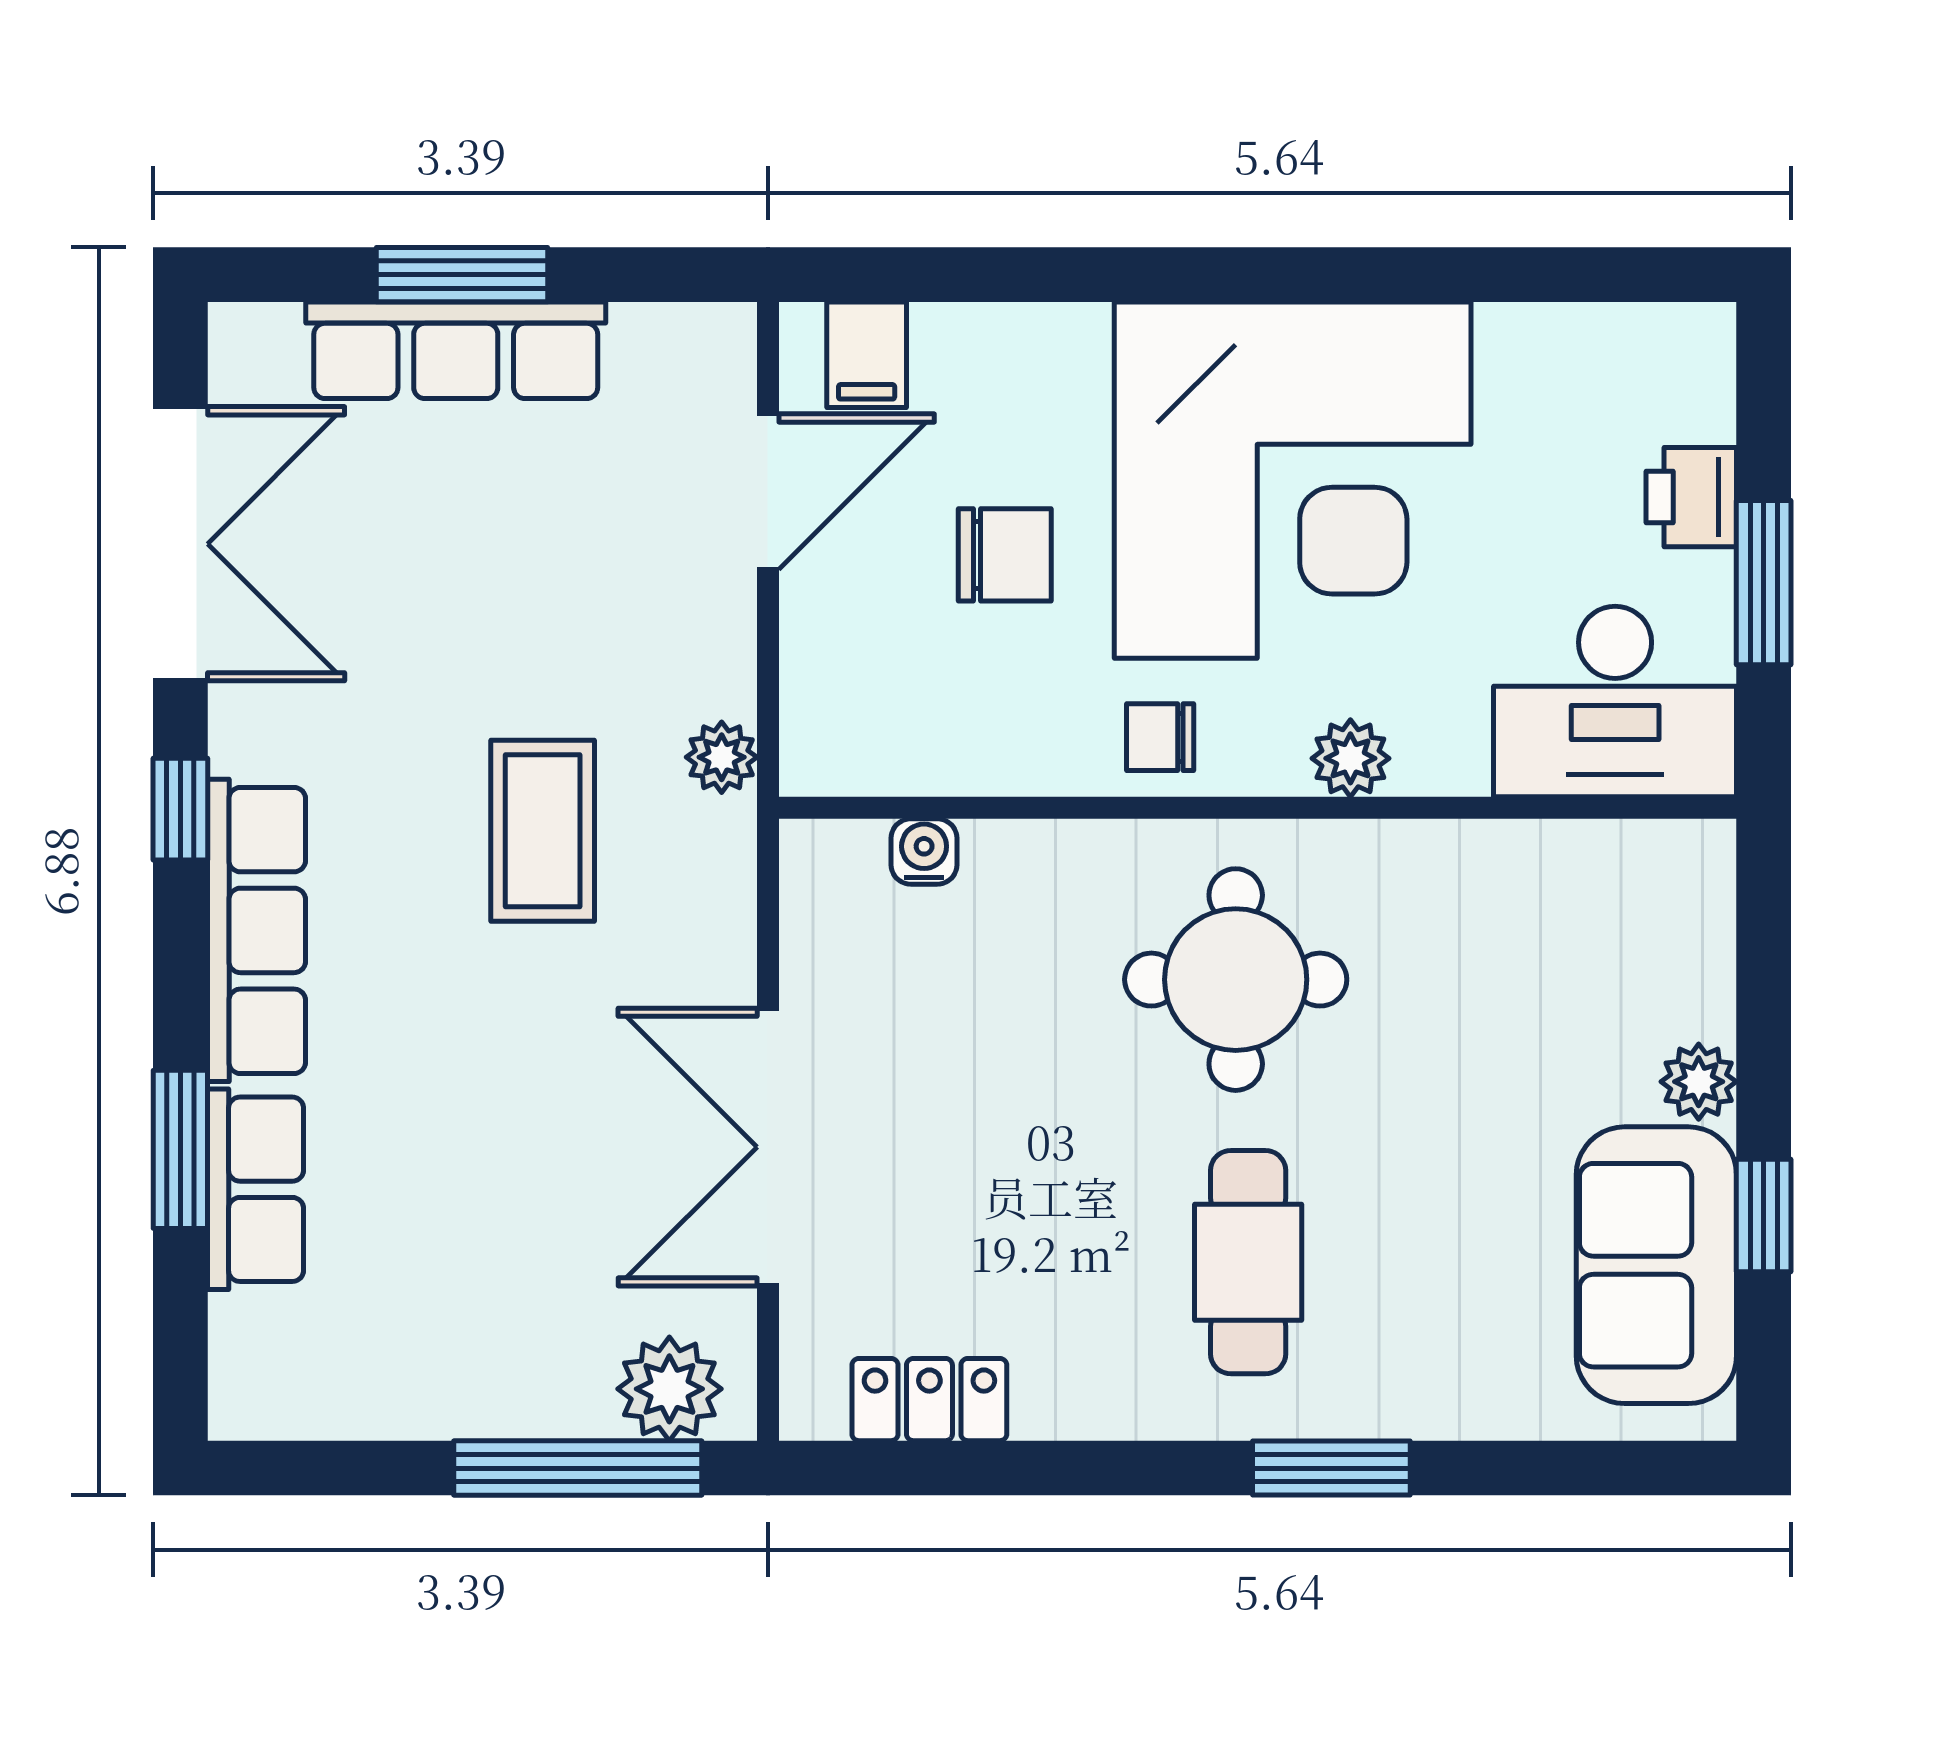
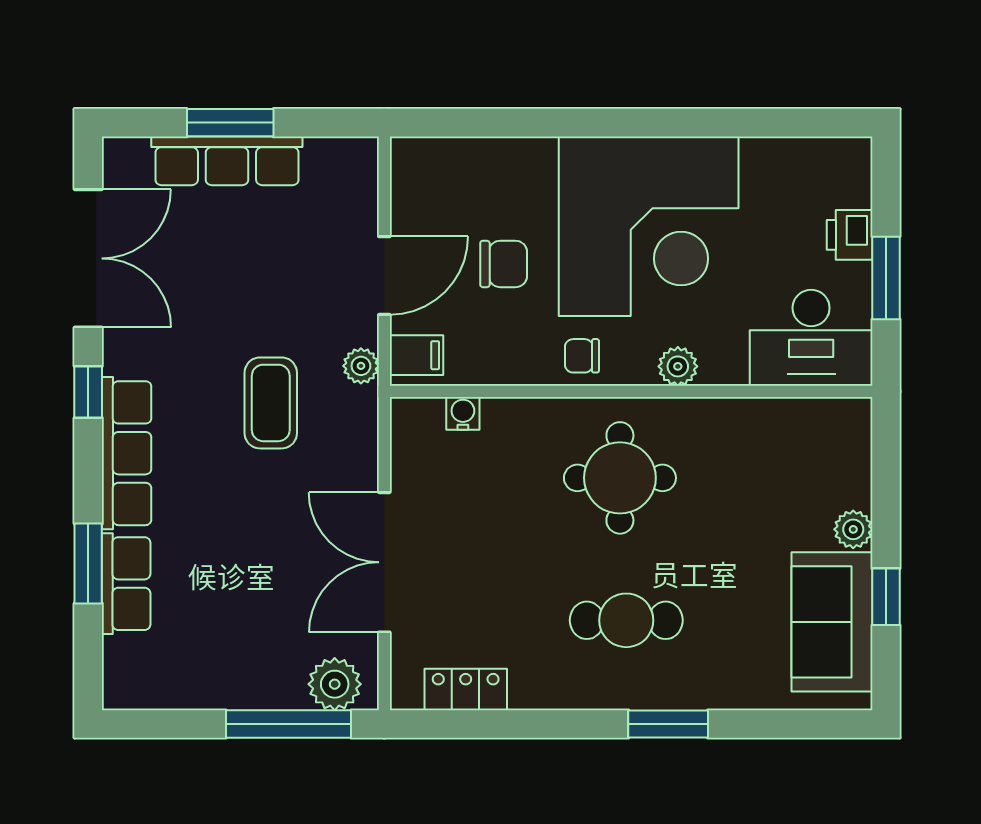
filing cabinet: (867, 355) -> (416, 355), moved, turned -90
door: (768, 492) -> (384, 276), moved
cafe table: (1248, 1262) -> (626, 620), turned 90

